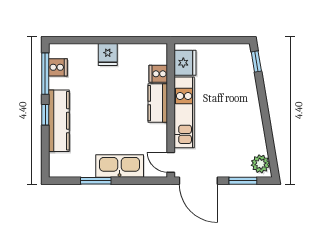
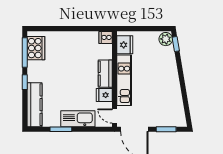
fridge: (108, 55) -> (104, 95), moved, turned 90
cooker: (58, 67) -> (36, 48), width x1.87, depth x1.31
cooker: (158, 74) -> (106, 37), moved
kitchen counter: (59, 121) -> (35, 105), moved
plant: (260, 164) -> (166, 39), moved

